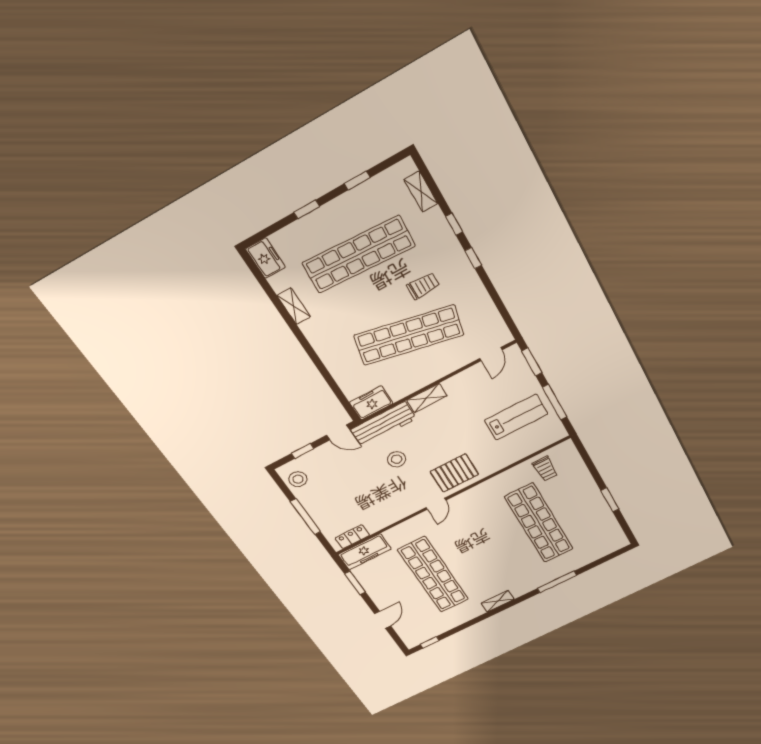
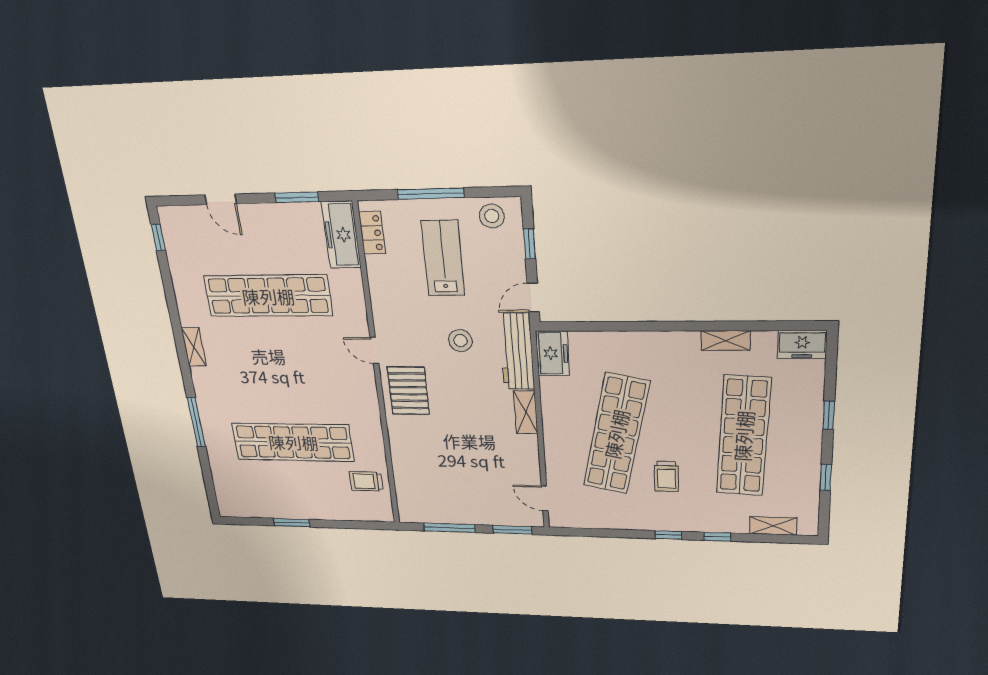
lab bench: (516, 417) -> (443, 258), moved, turned 180

